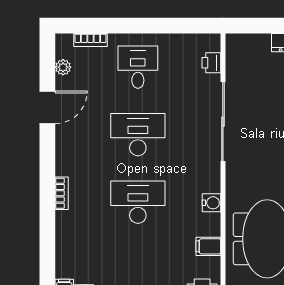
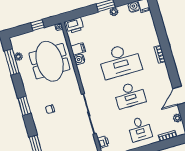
desk: (138, 202) -> (120, 61), width x1.36, depth x1.30
water cooler: (212, 203) -> (79, 59), moved

